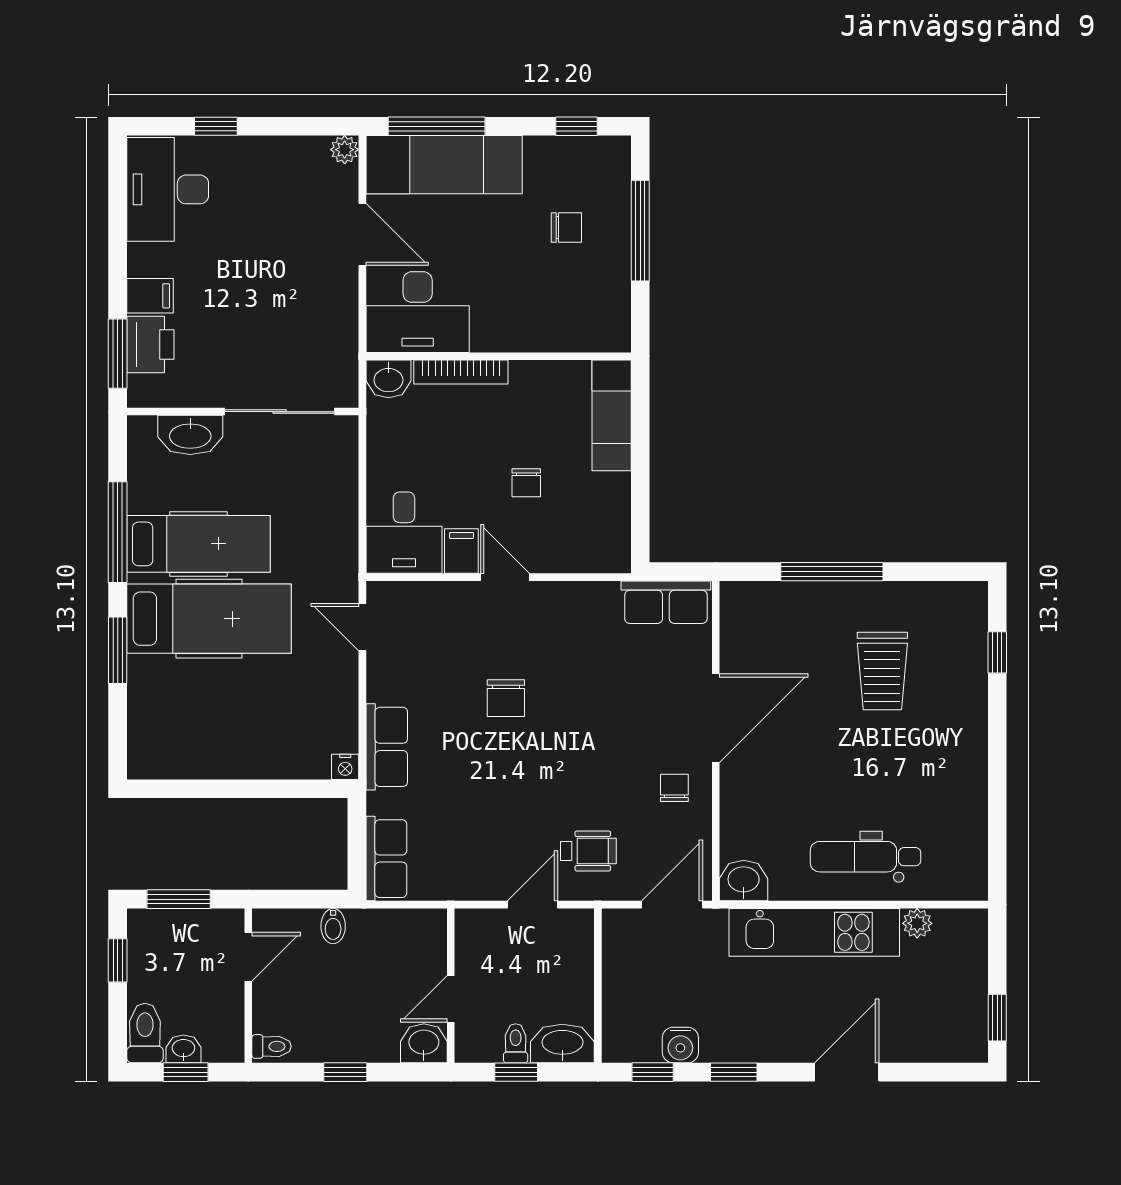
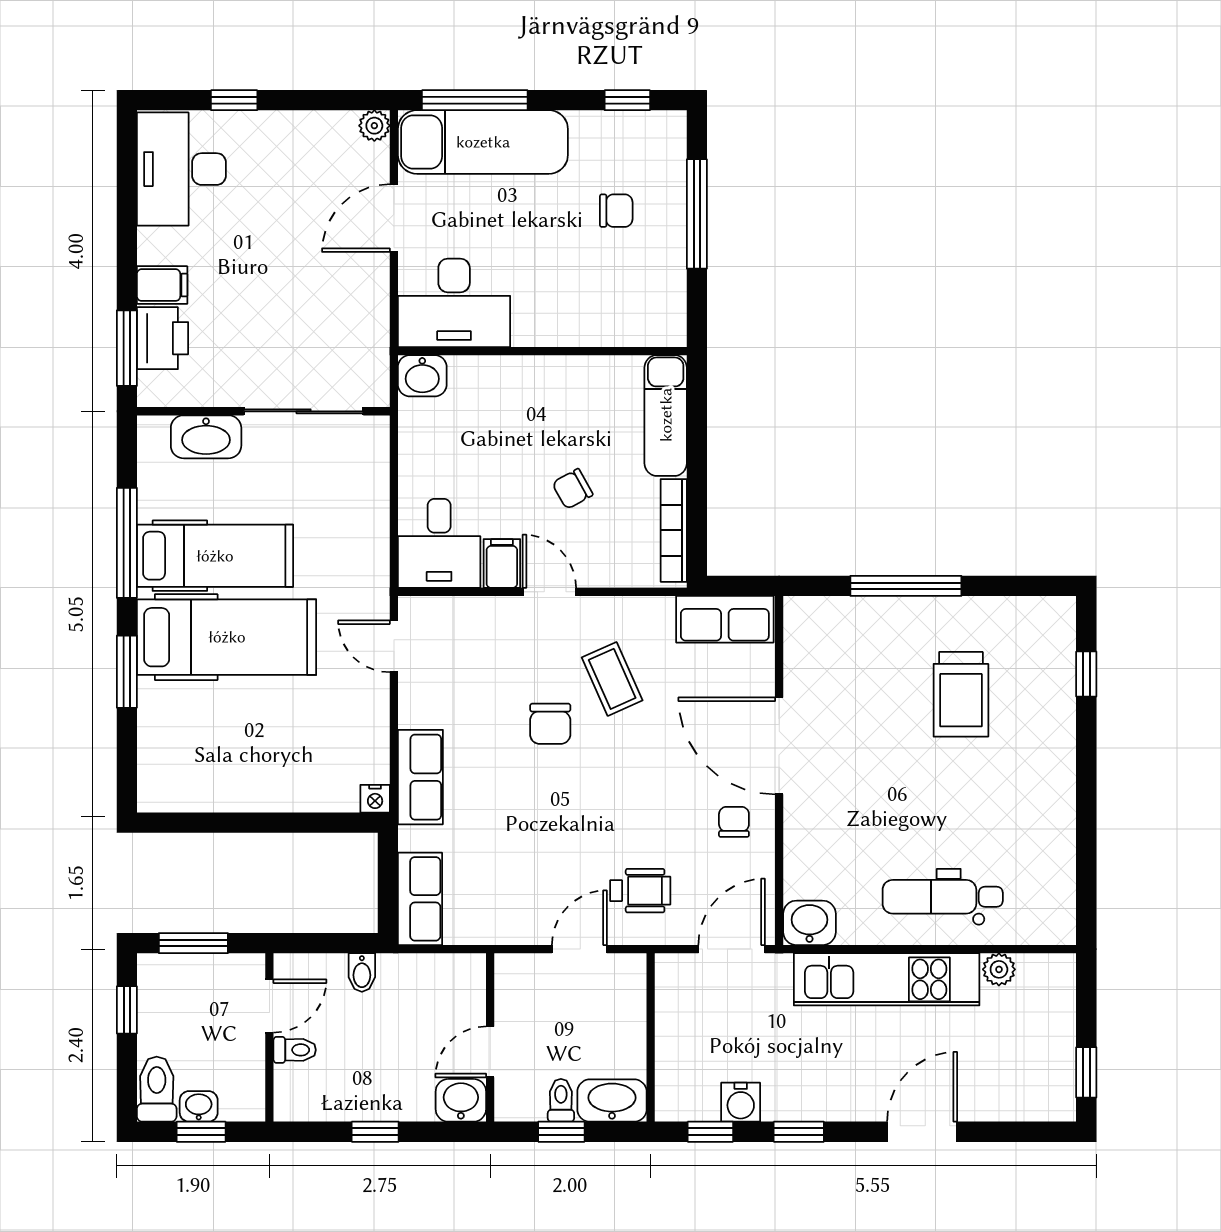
door: (362, 234) -> (394, 218), swing flipped
bookcase: (461, 372) -> (674, 530), moved, turned 90
chair: (526, 483) -> (573, 489), turned 61
coffee table: (563, 657) -> (612, 679), added
door: (716, 718) -> (779, 746), swing flipped
toilet: (271, 1046) -> (295, 1050), moved

